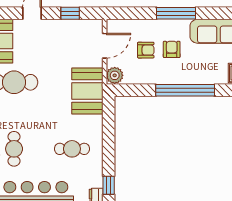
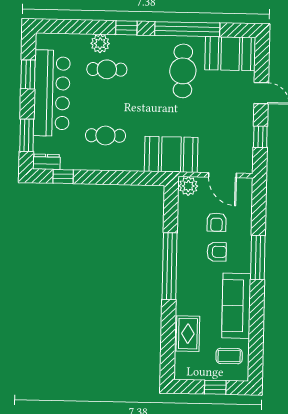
cafe table: (72, 149) -> (105, 136), turned 90

